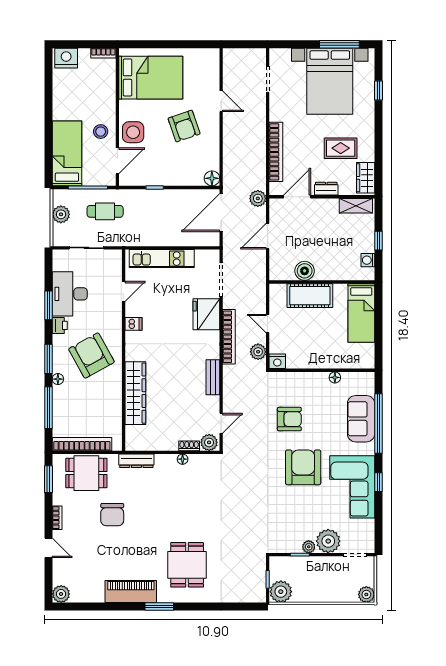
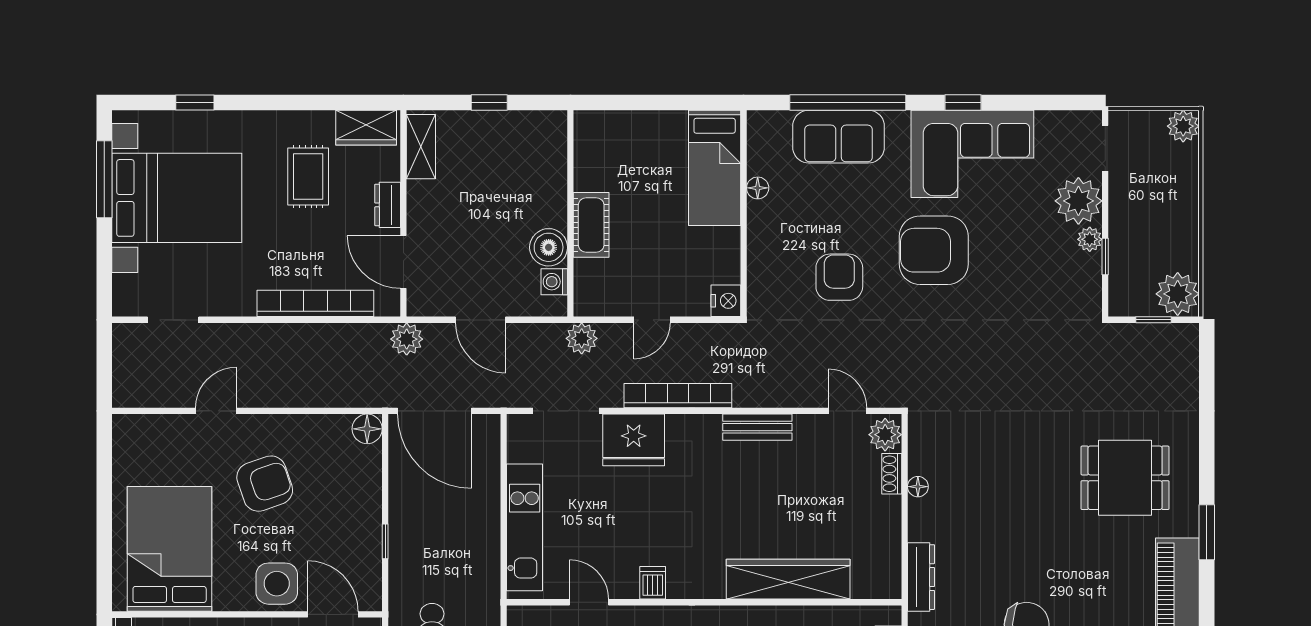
washing machine: (368, 260) -> (554, 282), moved, turned 90
cot: (310, 296) -> (591, 225), width x0.73, depth x0.75
bed: (361, 313) -> (715, 168), moved, turned 90
plant: (258, 352) -> (582, 338), moved

